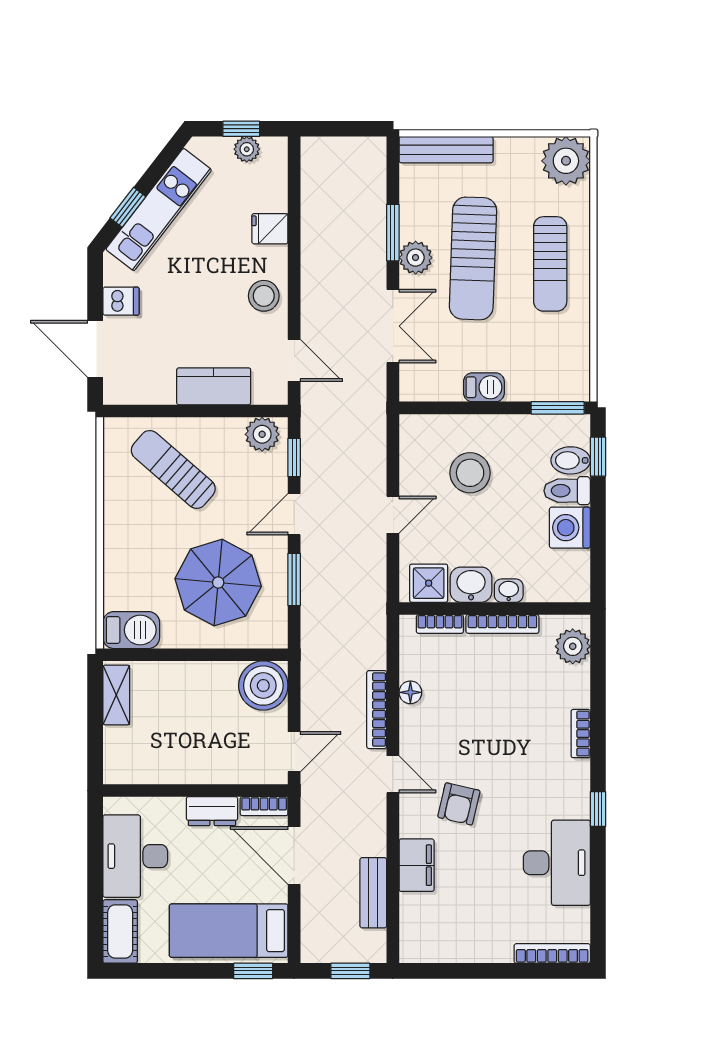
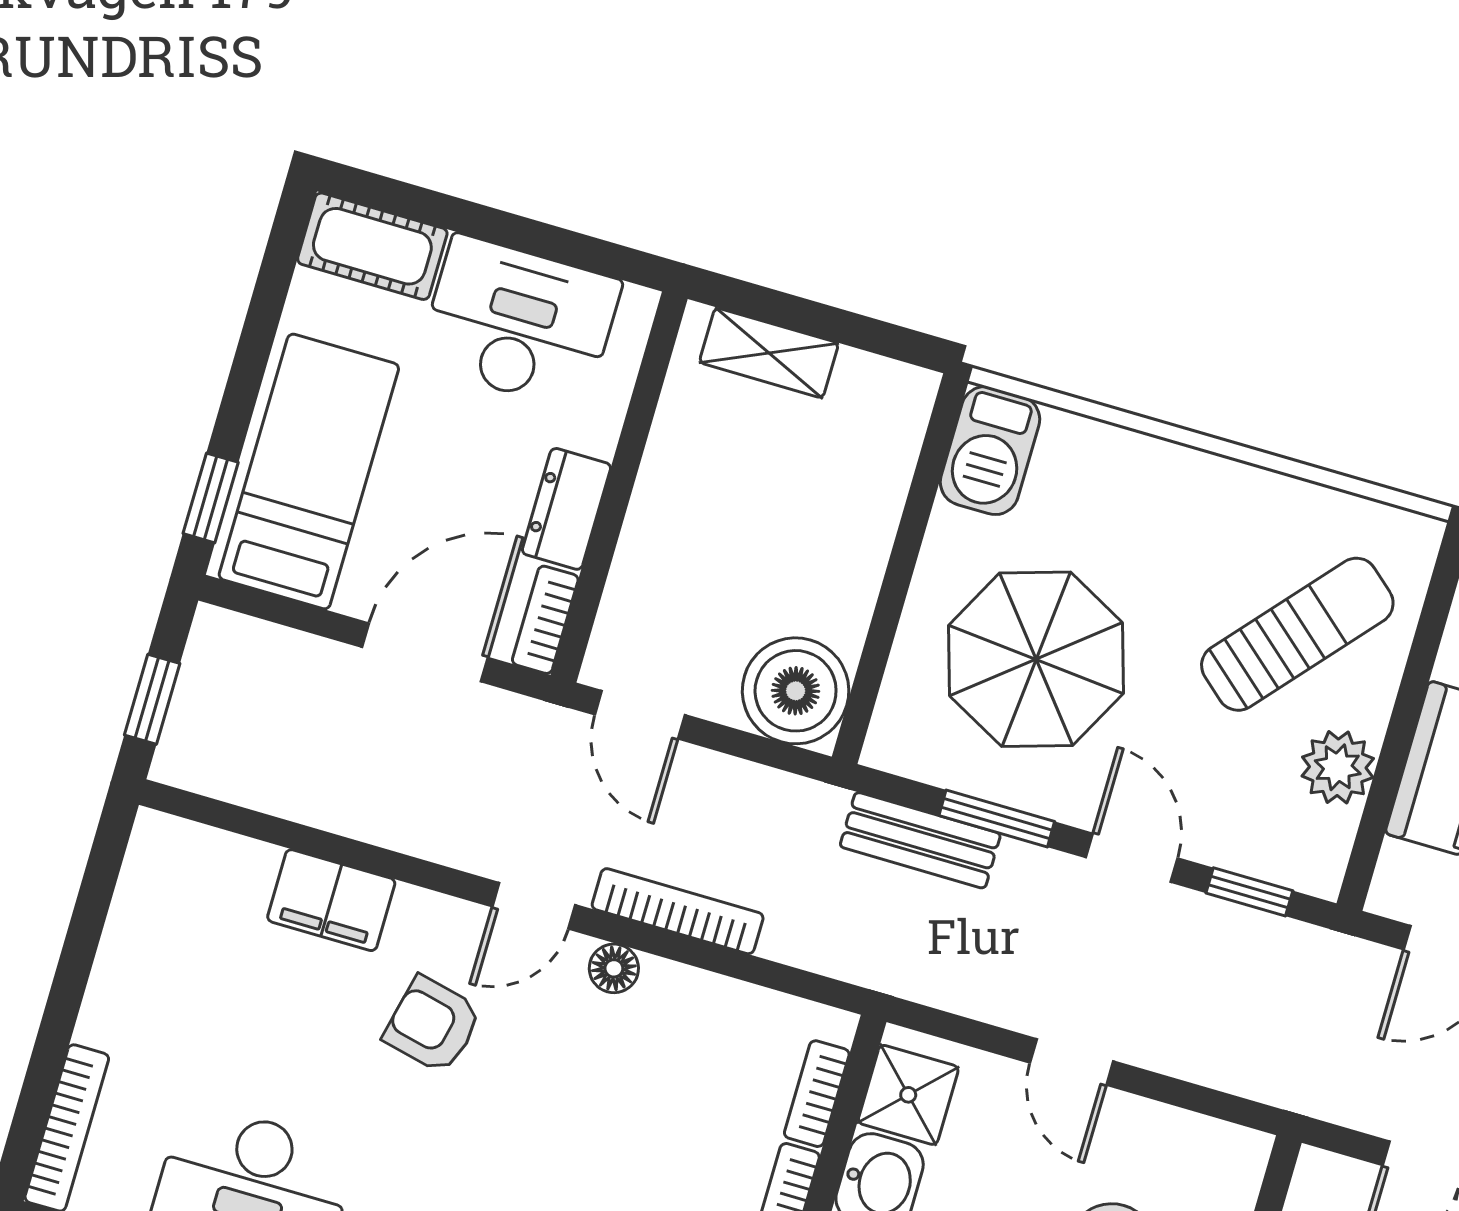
plant: (262, 434) -> (1338, 767), moved
floor lamp: (410, 692) -> (614, 968), moved
shelving: (116, 695) -> (769, 353), moved
bench: (373, 893) -> (920, 840), moved

